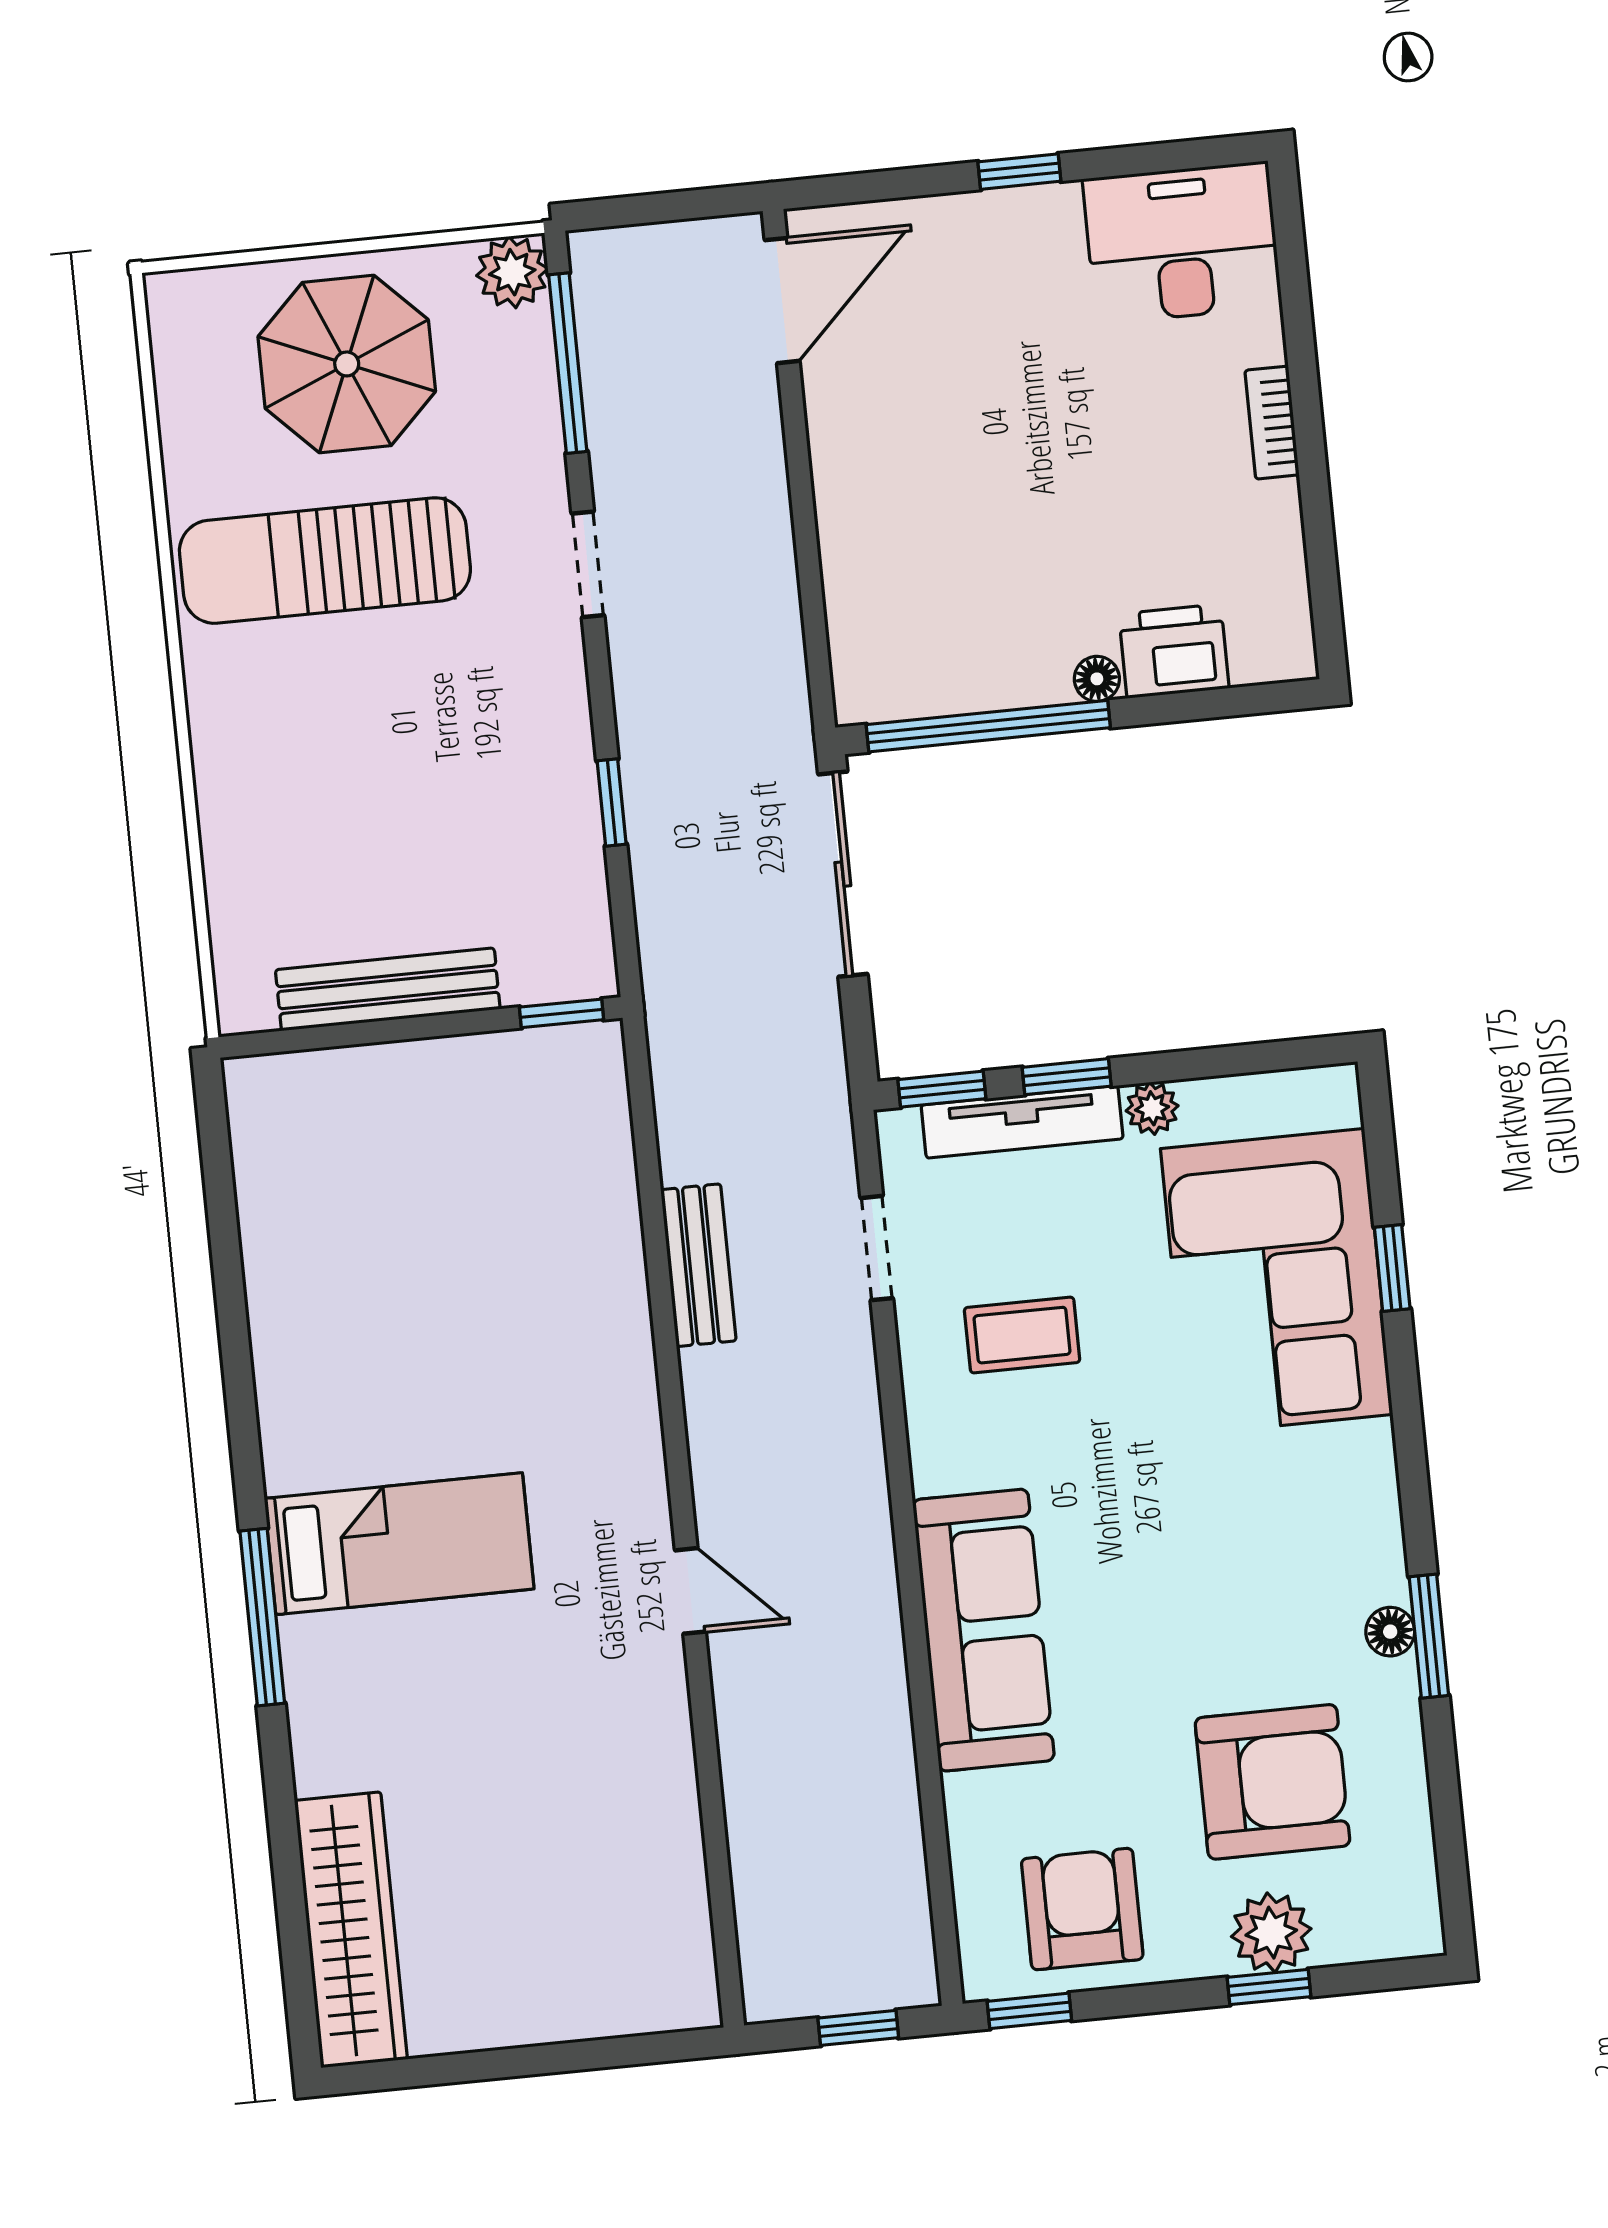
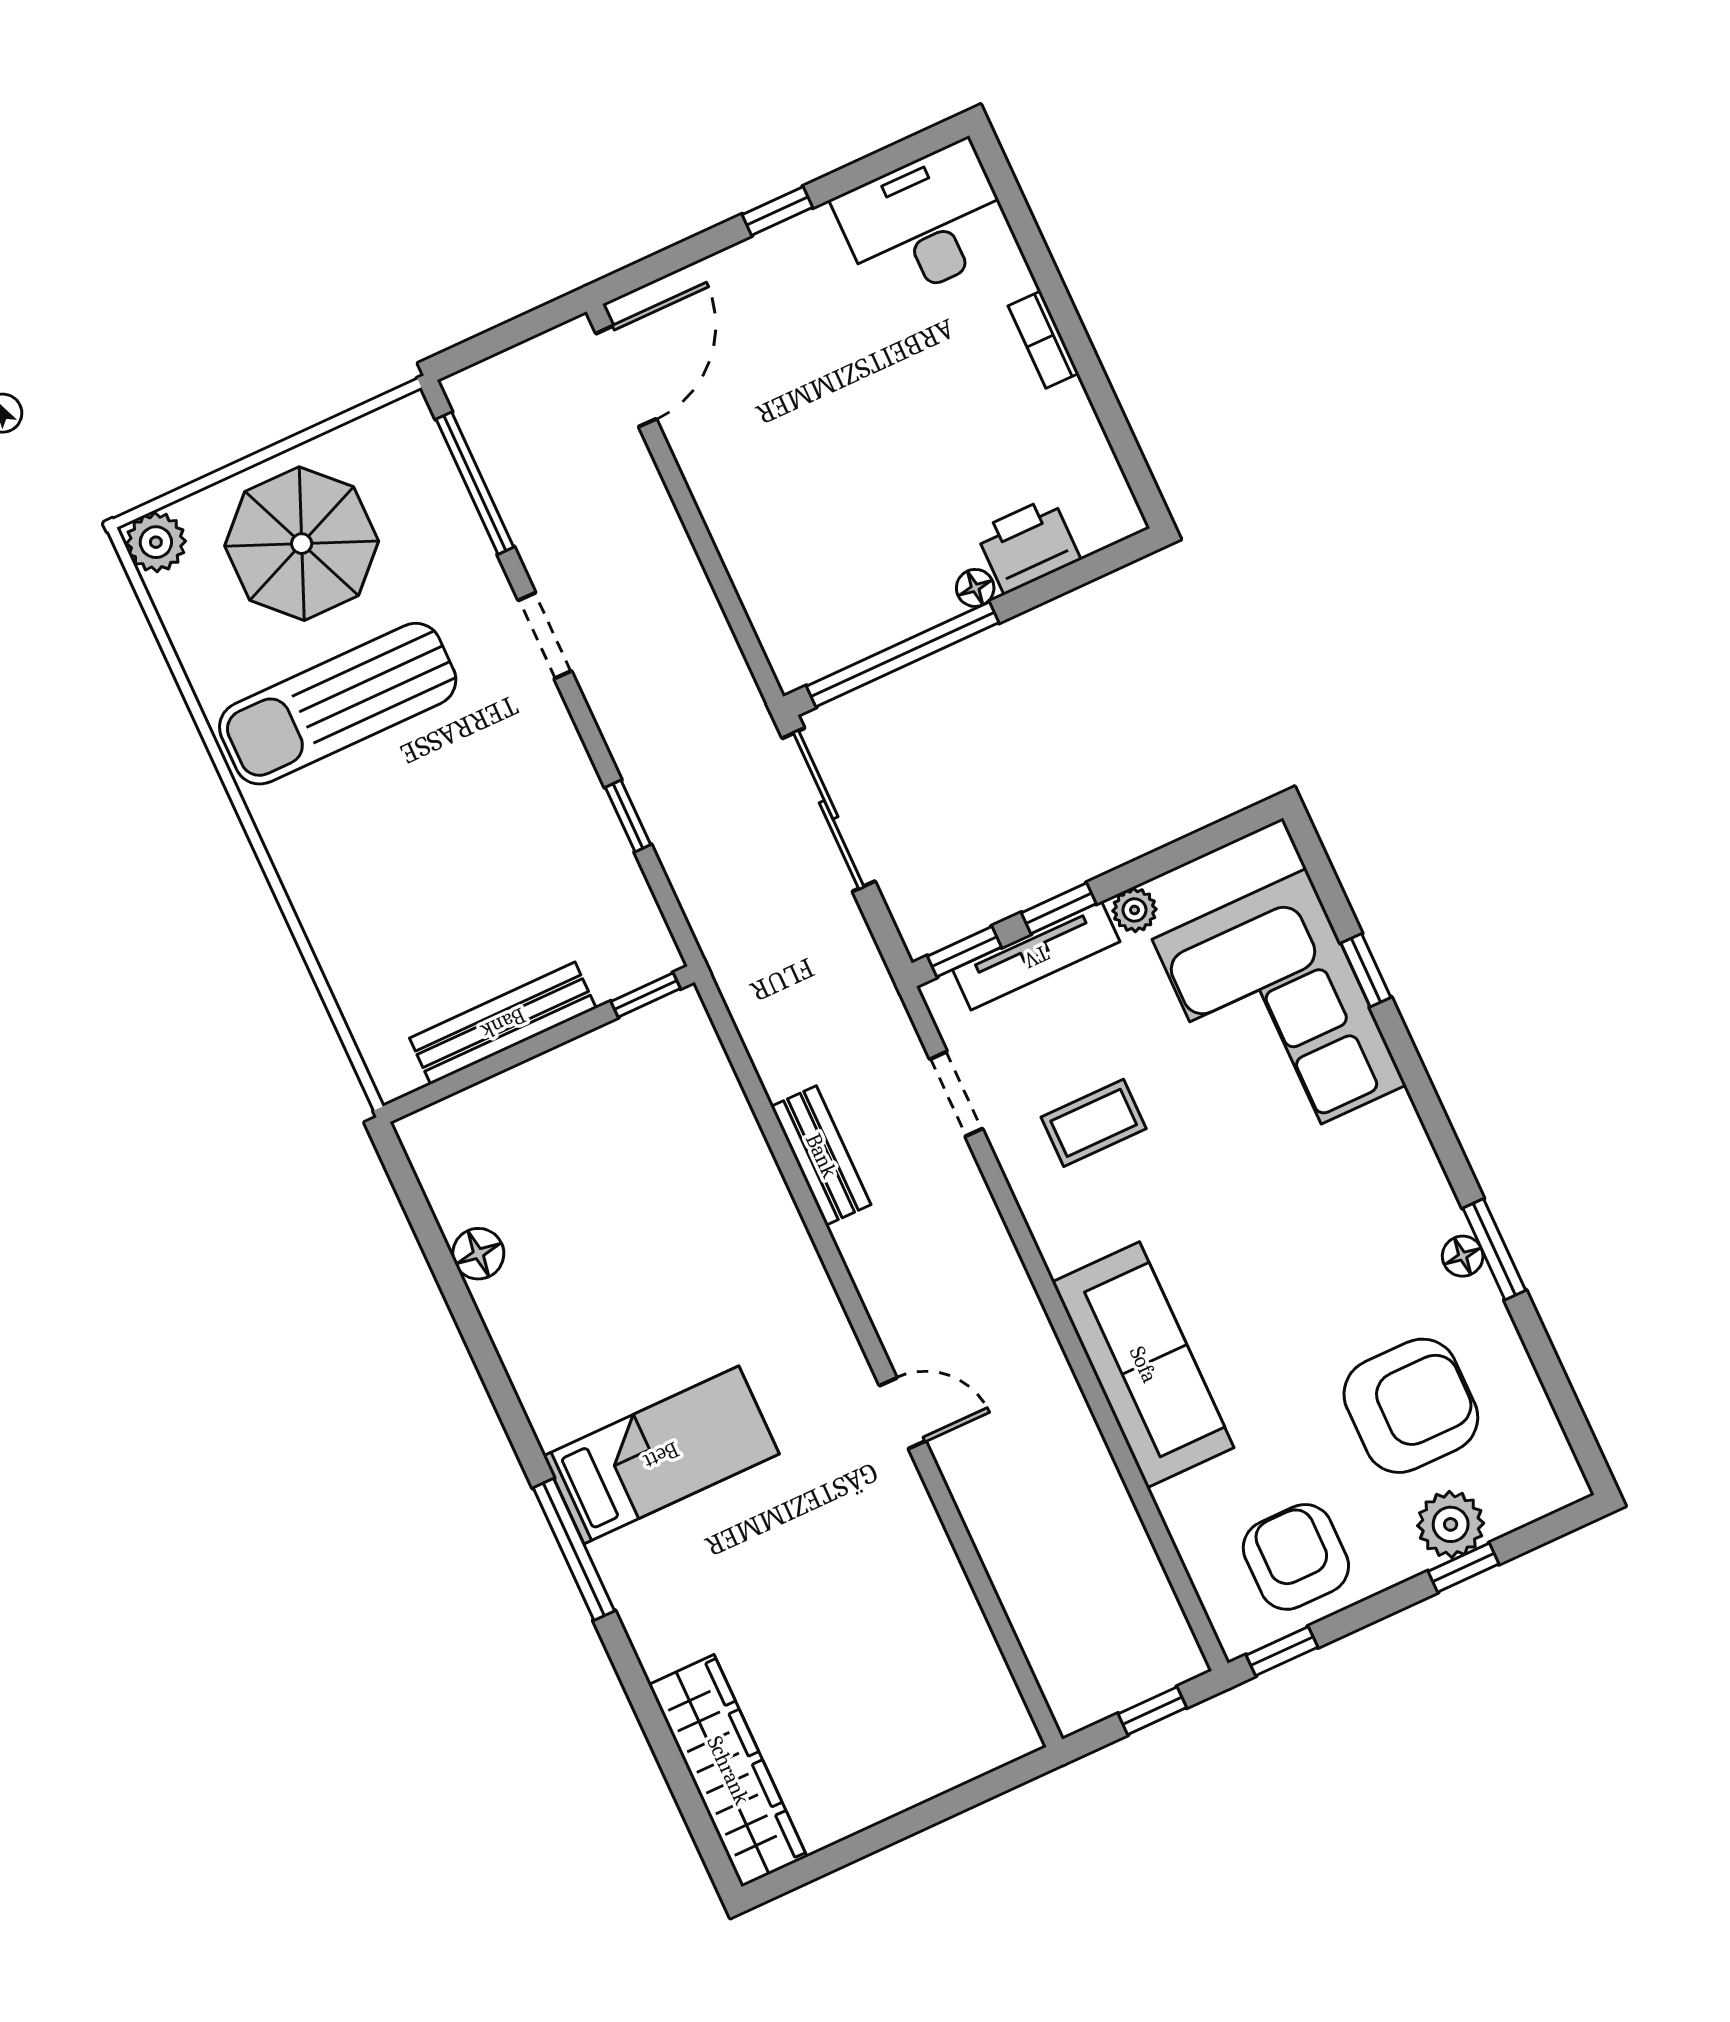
plant: (512, 272) -> (156, 542), moved
floor lamp: (269, 1243) -> (478, 1254), added

